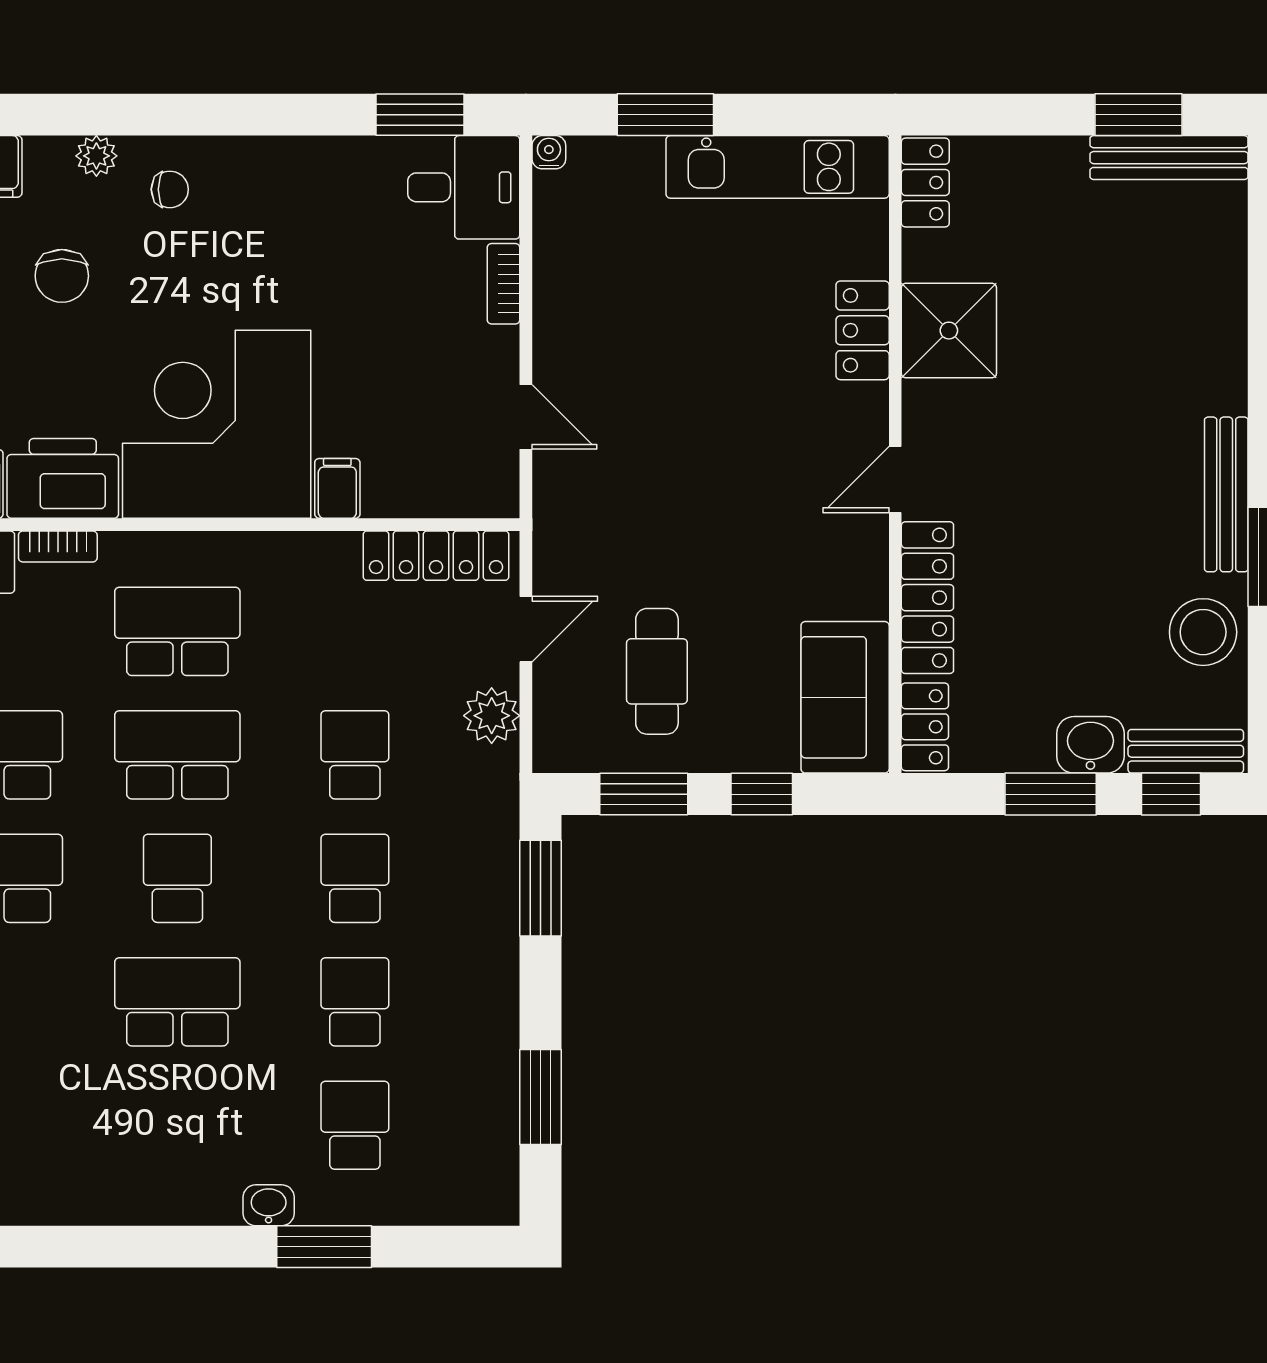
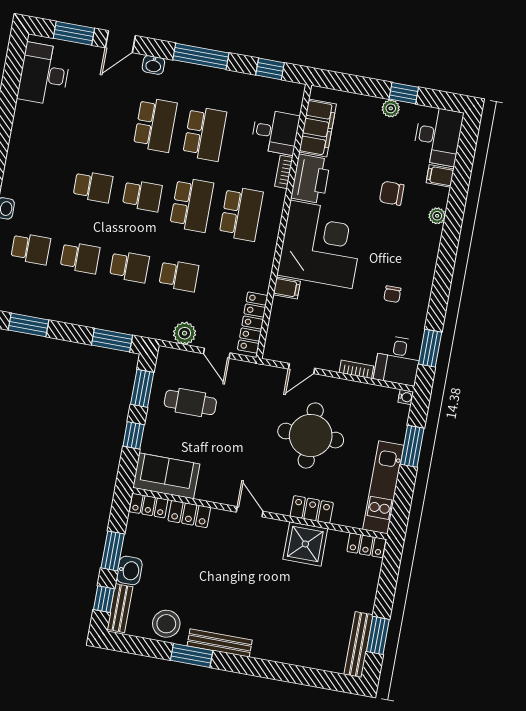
chair: (170, 189) -> (392, 294), moved
round table: (684, 365) -> (311, 436), added
locker: (927, 598) -> (189, 514), width x0.66
school desk: (177, 1002) -> (93, 187), width x0.54

